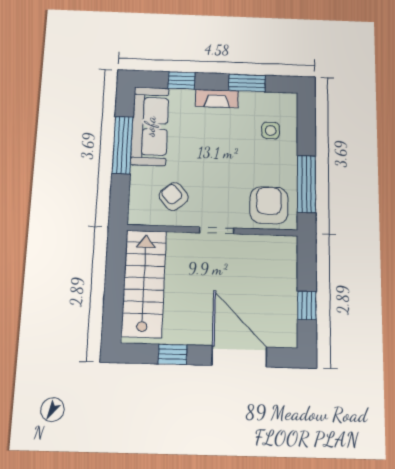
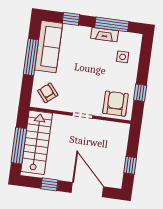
window: (247, 83) -> (112, 24), width x1.44
fireplace: (217, 99) -> (104, 35), moved
window: (306, 184) -> (140, 93), width x0.46
armchair: (174, 196) -> (48, 93), moved
window: (114, 292) -> (19, 146), added

